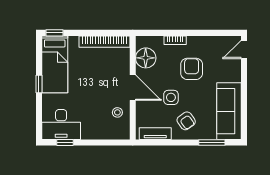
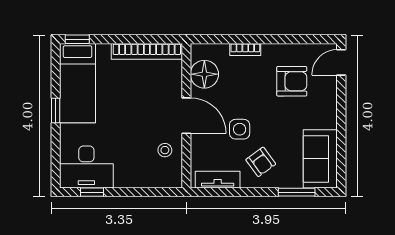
armchair: (192, 69) -> (292, 81), moved, turned 90
sofa: (229, 111) -> (320, 159), width x0.73

